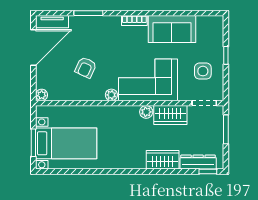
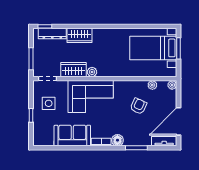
floor lamp: (113, 23) -> (117, 140), added
plant: (111, 95) -> (152, 85), moved

